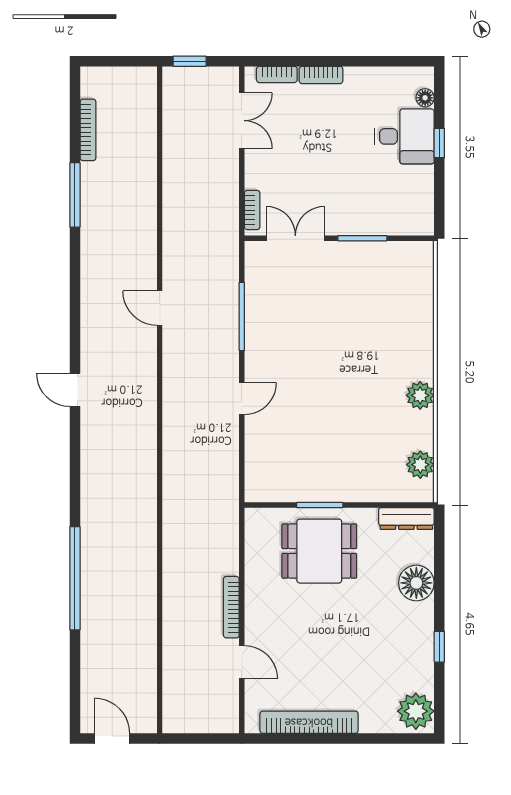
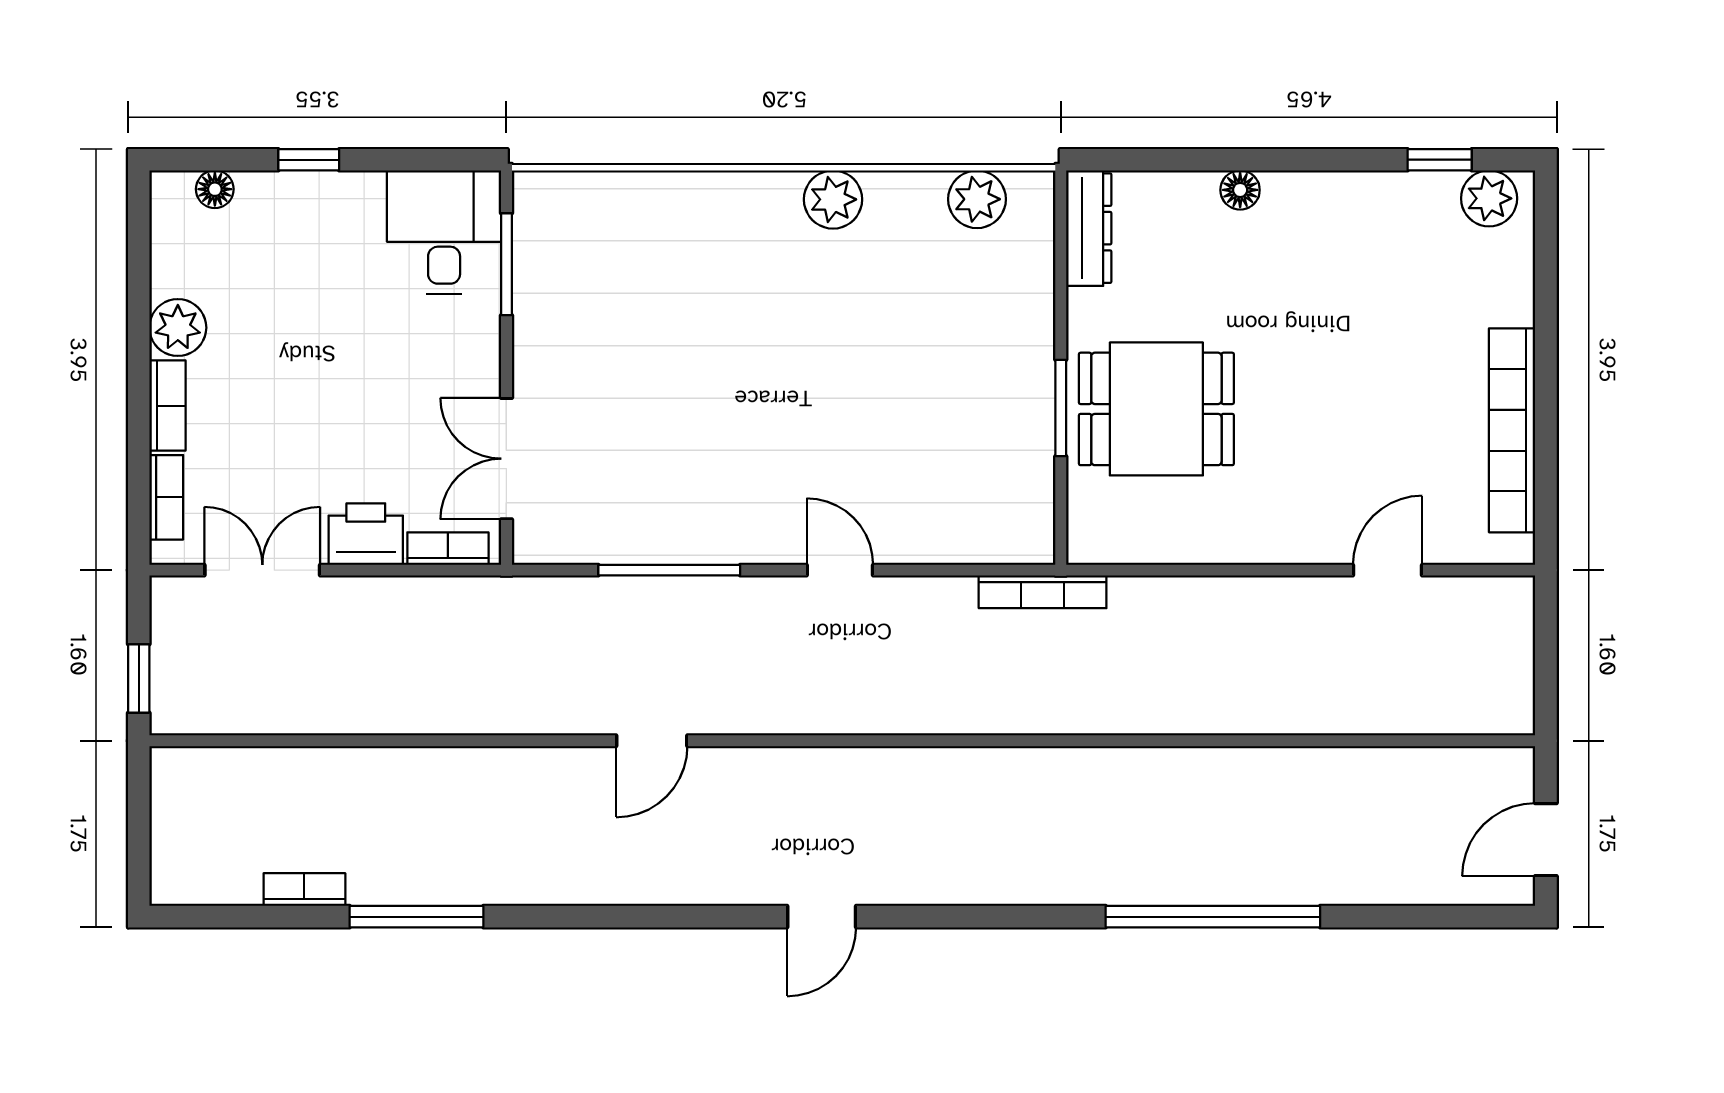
plant: (359, 80) -> (178, 328), added
bookcase: (88, 130) -> (304, 890), width x0.64
desk: (405, 136) -> (444, 232), moved
printer: (259, 170) -> (366, 534), added
window: (362, 238) -> (506, 264), moved
dining table: (319, 551) -> (1156, 409), turned 90
floor lamp: (416, 583) -> (1240, 190), width x0.53, depth x0.53
bookcase: (231, 607) -> (1043, 592), moved
window: (439, 647) -> (1440, 160), moved
plant: (416, 711) -> (1489, 198), width x0.73, depth x0.73

